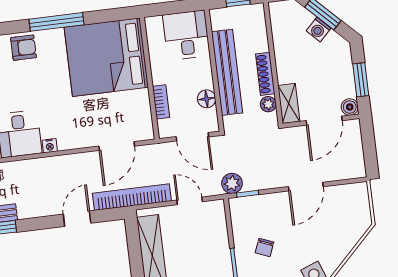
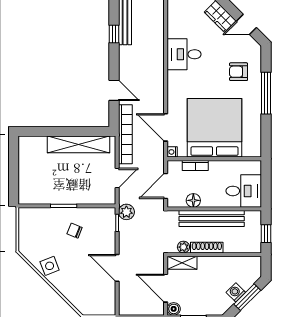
armchair: (24, 48) -> (239, 72), moved, turned 90
bed: (106, 57) -> (214, 128), moved
nightstand: (50, 146) -> (172, 152), moved

